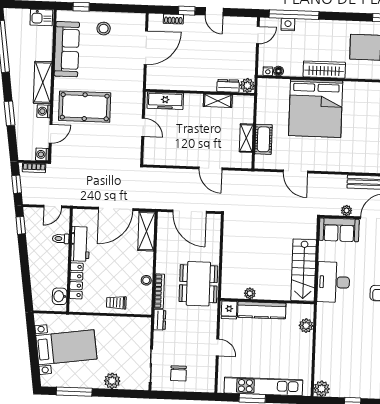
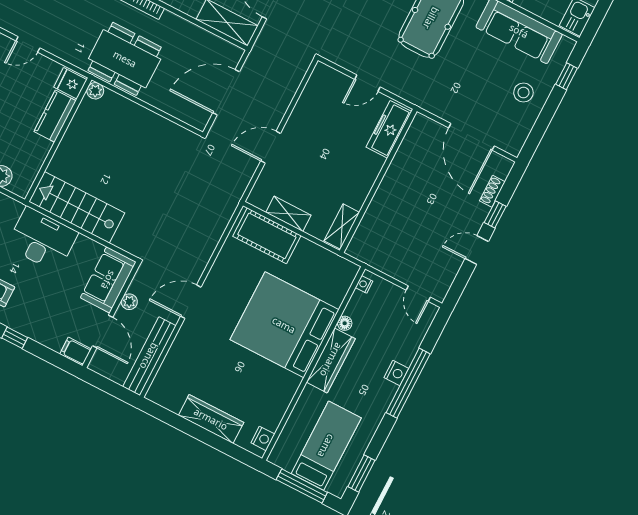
window: (294, 15) -> (408, 383), moved
nightstand: (288, 25) -> (396, 373), moved
floor lamp: (278, 71) -> (345, 323), moved
plant: (247, 85) -> (358, 248), removed
dresser: (228, 86) -> (369, 222), removed
shelving: (218, 101) -> (342, 227), moved
cot: (264, 139) -> (267, 236), width x1.37, depth x1.34
door: (295, 171) -> (191, 302), moved
plant: (250, 293) -> (95, 91), moved
kitchen counter: (262, 310) -> (55, 116), width x0.67

